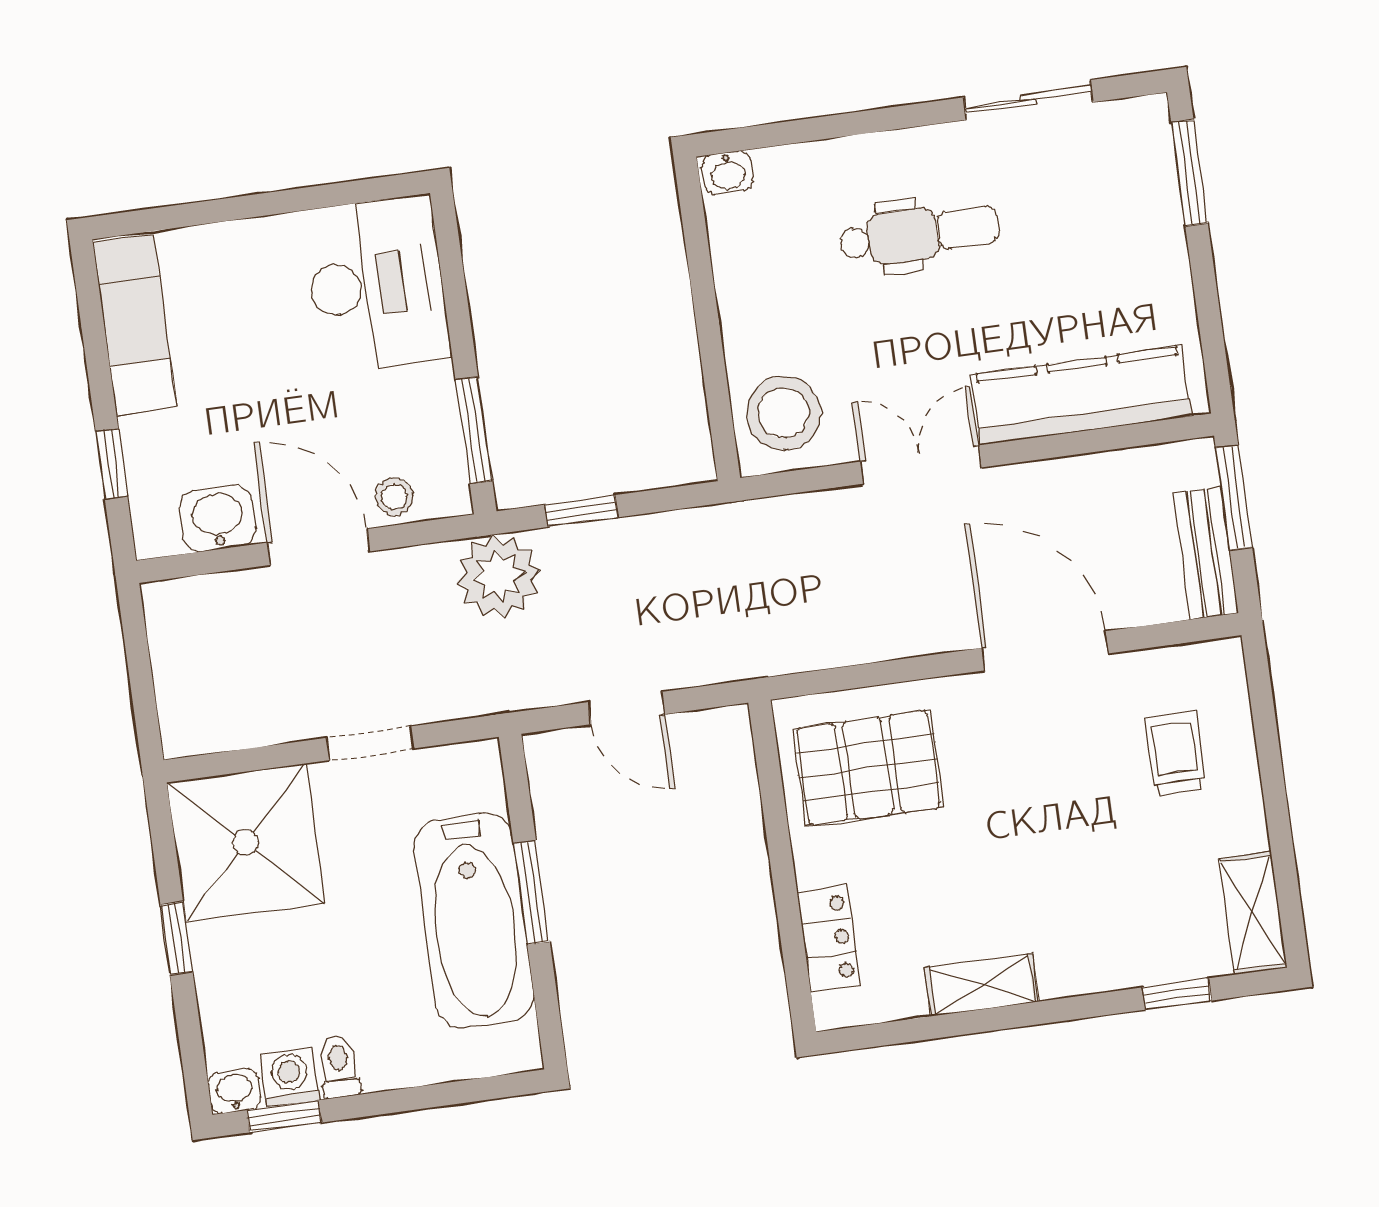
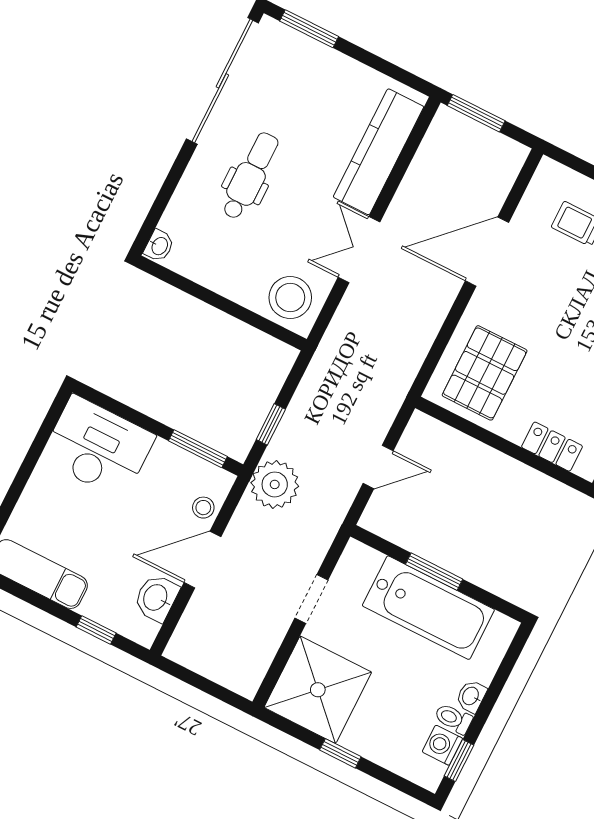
sliding door: (1028, 100) -> (222, 81), width x1.86
bench: (1206, 553) -> (493, 144), removed
washbasin: (234, 1091) -> (471, 696), moved

